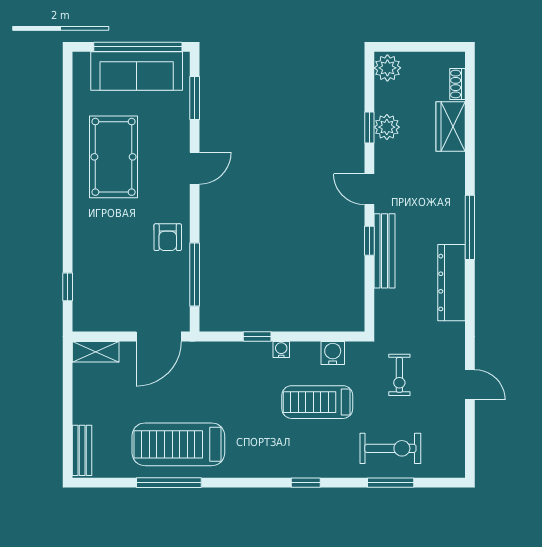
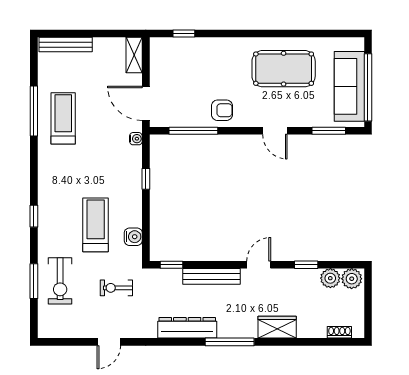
plant: (387, 127) -> (330, 278), moved
wardrobe: (451, 127) -> (277, 327), moved
armchair: (168, 237) -> (222, 110), turned 180
window: (369, 241) -> (171, 265), moved
water cooler: (281, 349) -> (136, 139), moved
treadmill: (178, 444) -> (63, 118), width x0.73, depth x0.73
bench: (82, 450) -> (66, 45), width x1.36

